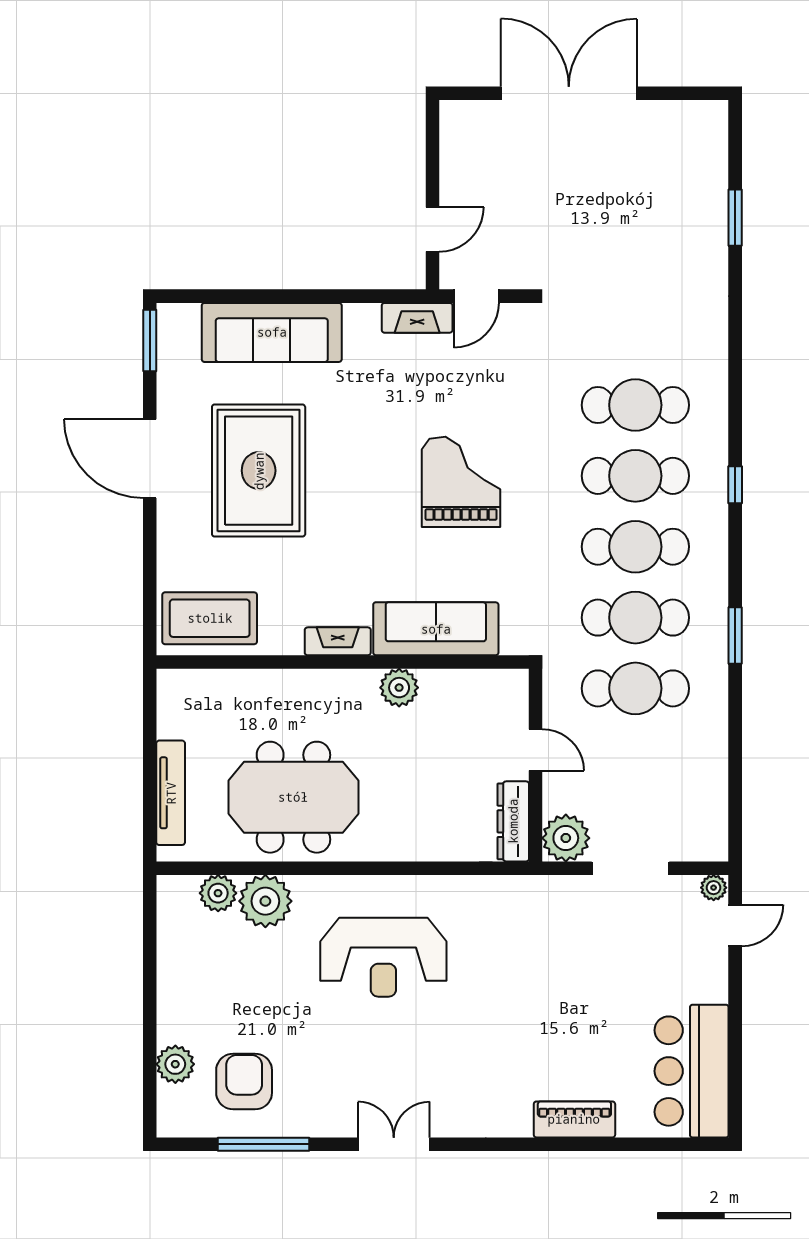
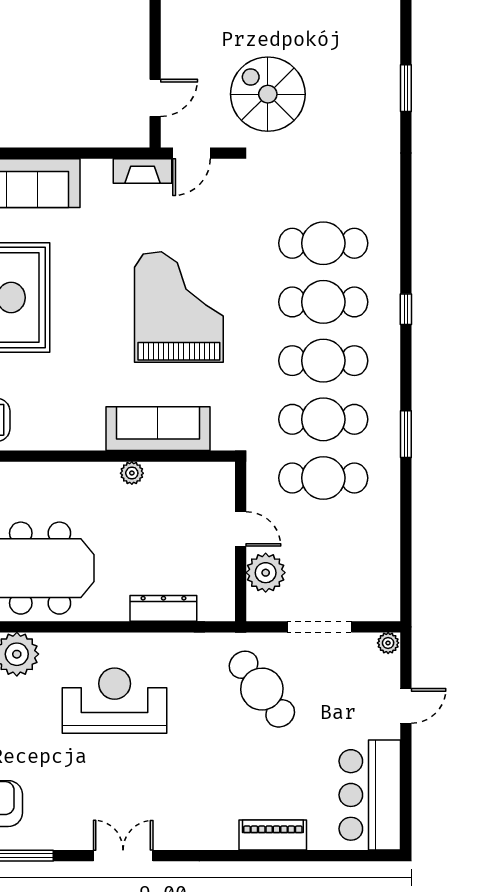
spiral stairs: (568, 225) -> (268, 94), added
grand piano: (461, 482) -> (179, 307), width x1.37, depth x1.48
fireplace: (338, 641) -> (77, 439), removed
plant: (399, 688) -> (132, 473), width x0.73, depth x0.73
dresser: (513, 821) -> (163, 608), moved, turned 90
plant: (566, 838) -> (266, 573), moved
door: (735, 925) -> (406, 706), moved
cafe table: (561, 943) -> (262, 689), added
reception desk: (383, 957) -> (115, 701), turned 180

